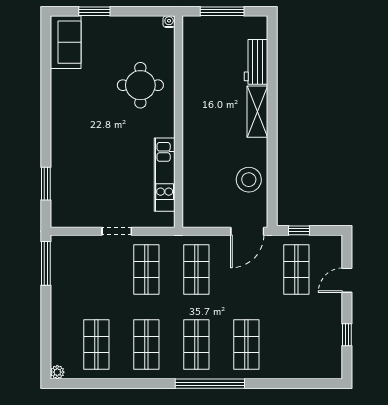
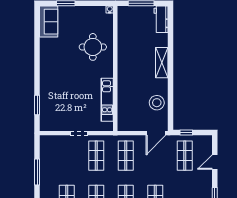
workbench: (256, 62) -> (161, 19), moved
window: (46, 263) -> (37, 172), moved

